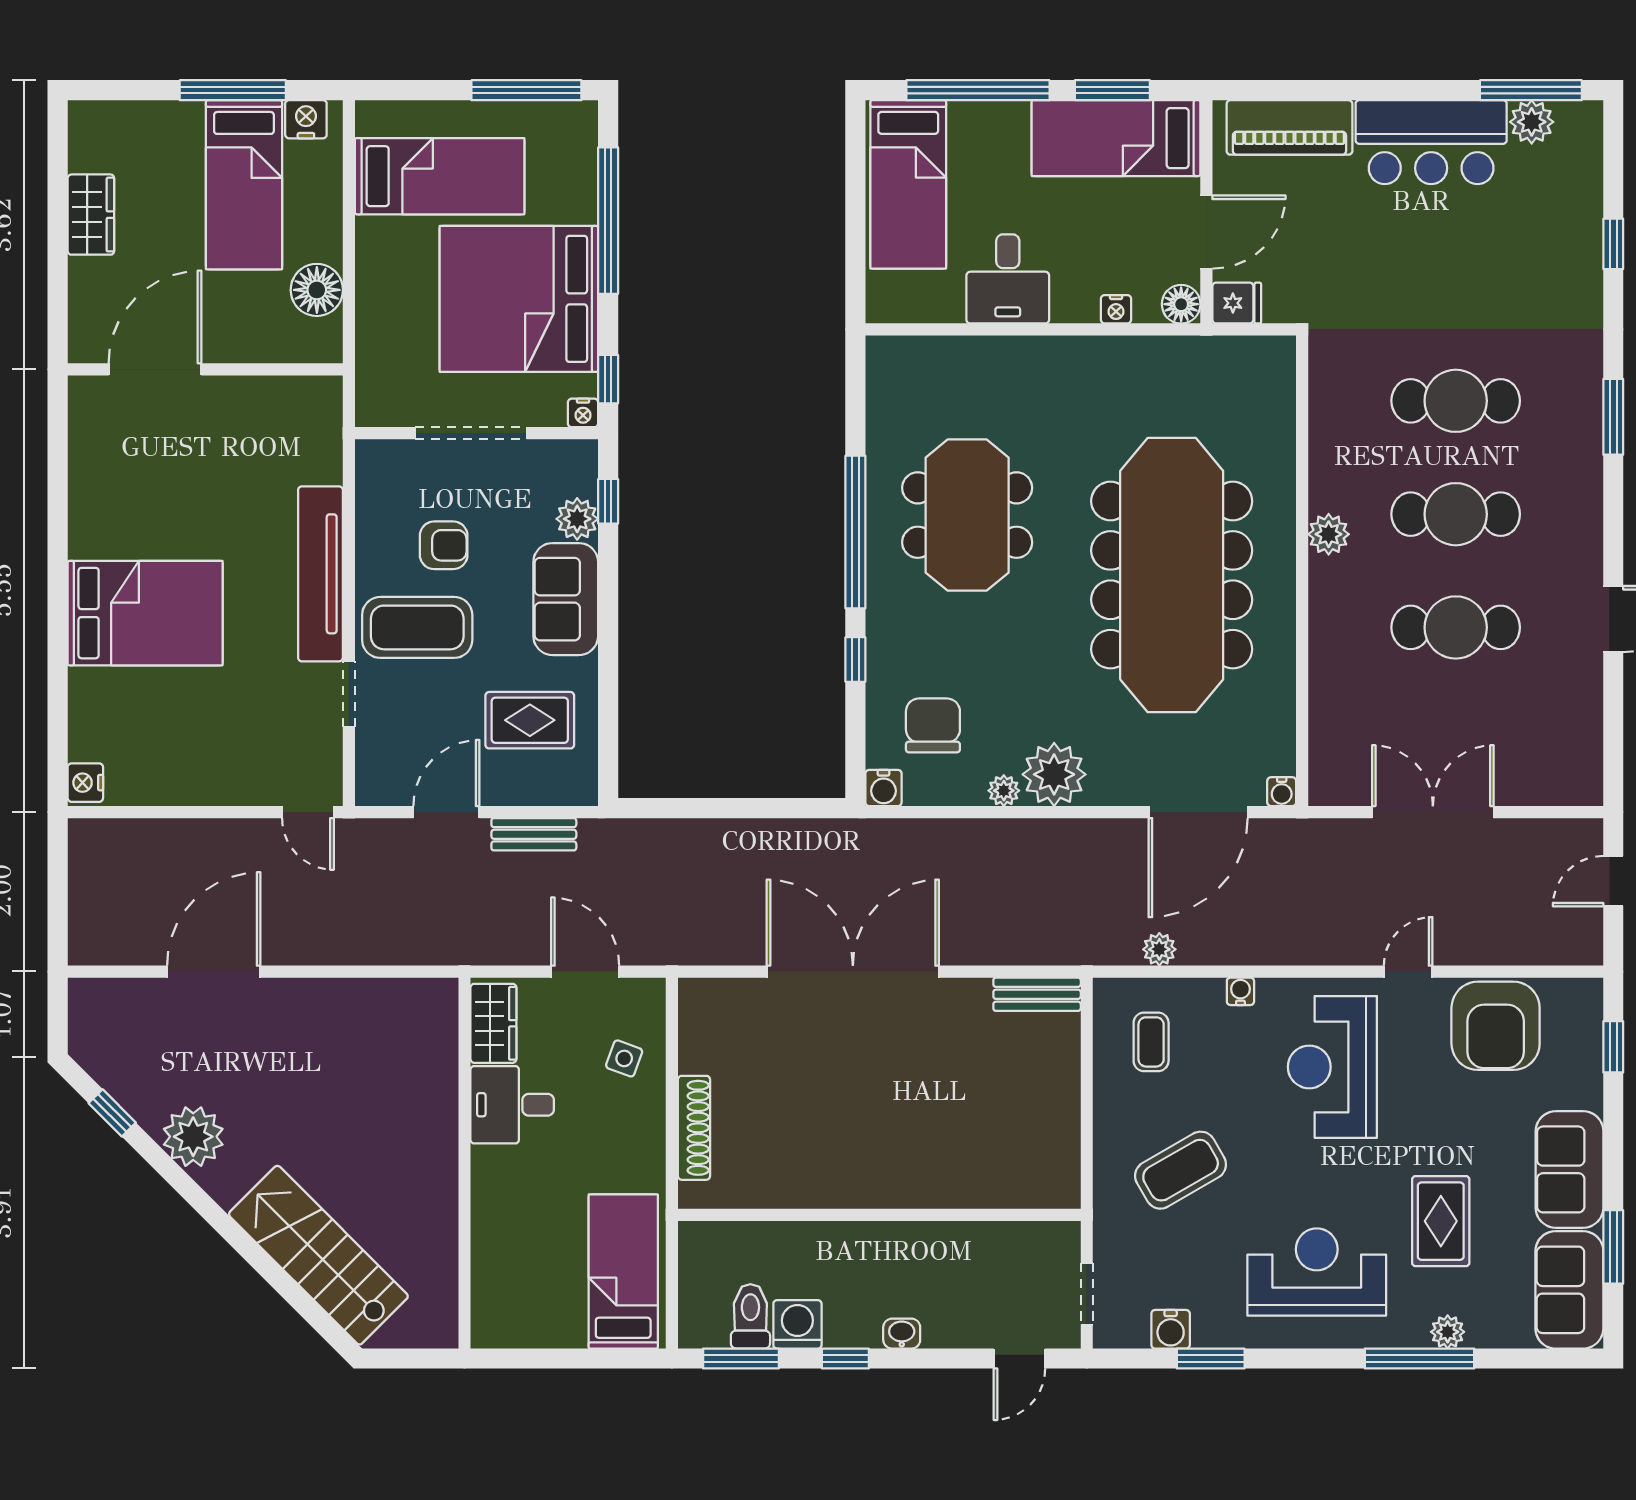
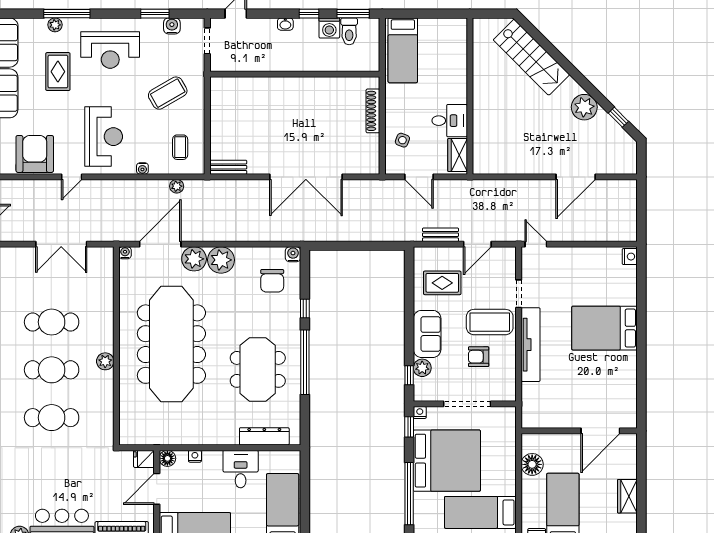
dresser: (952, 356) -> (264, 436), added
plant: (1004, 791) -> (194, 259), moved, width x1.87, depth x1.87

